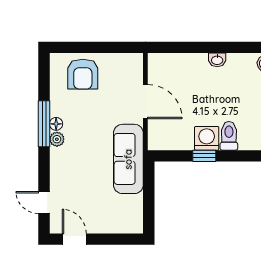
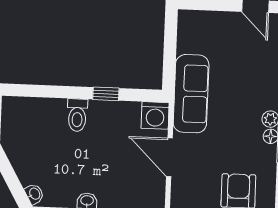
washing machine: (207, 138) -> (155, 115), moved

